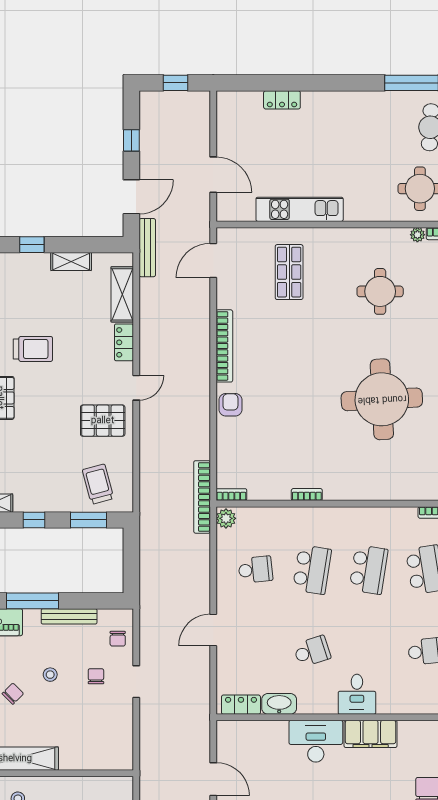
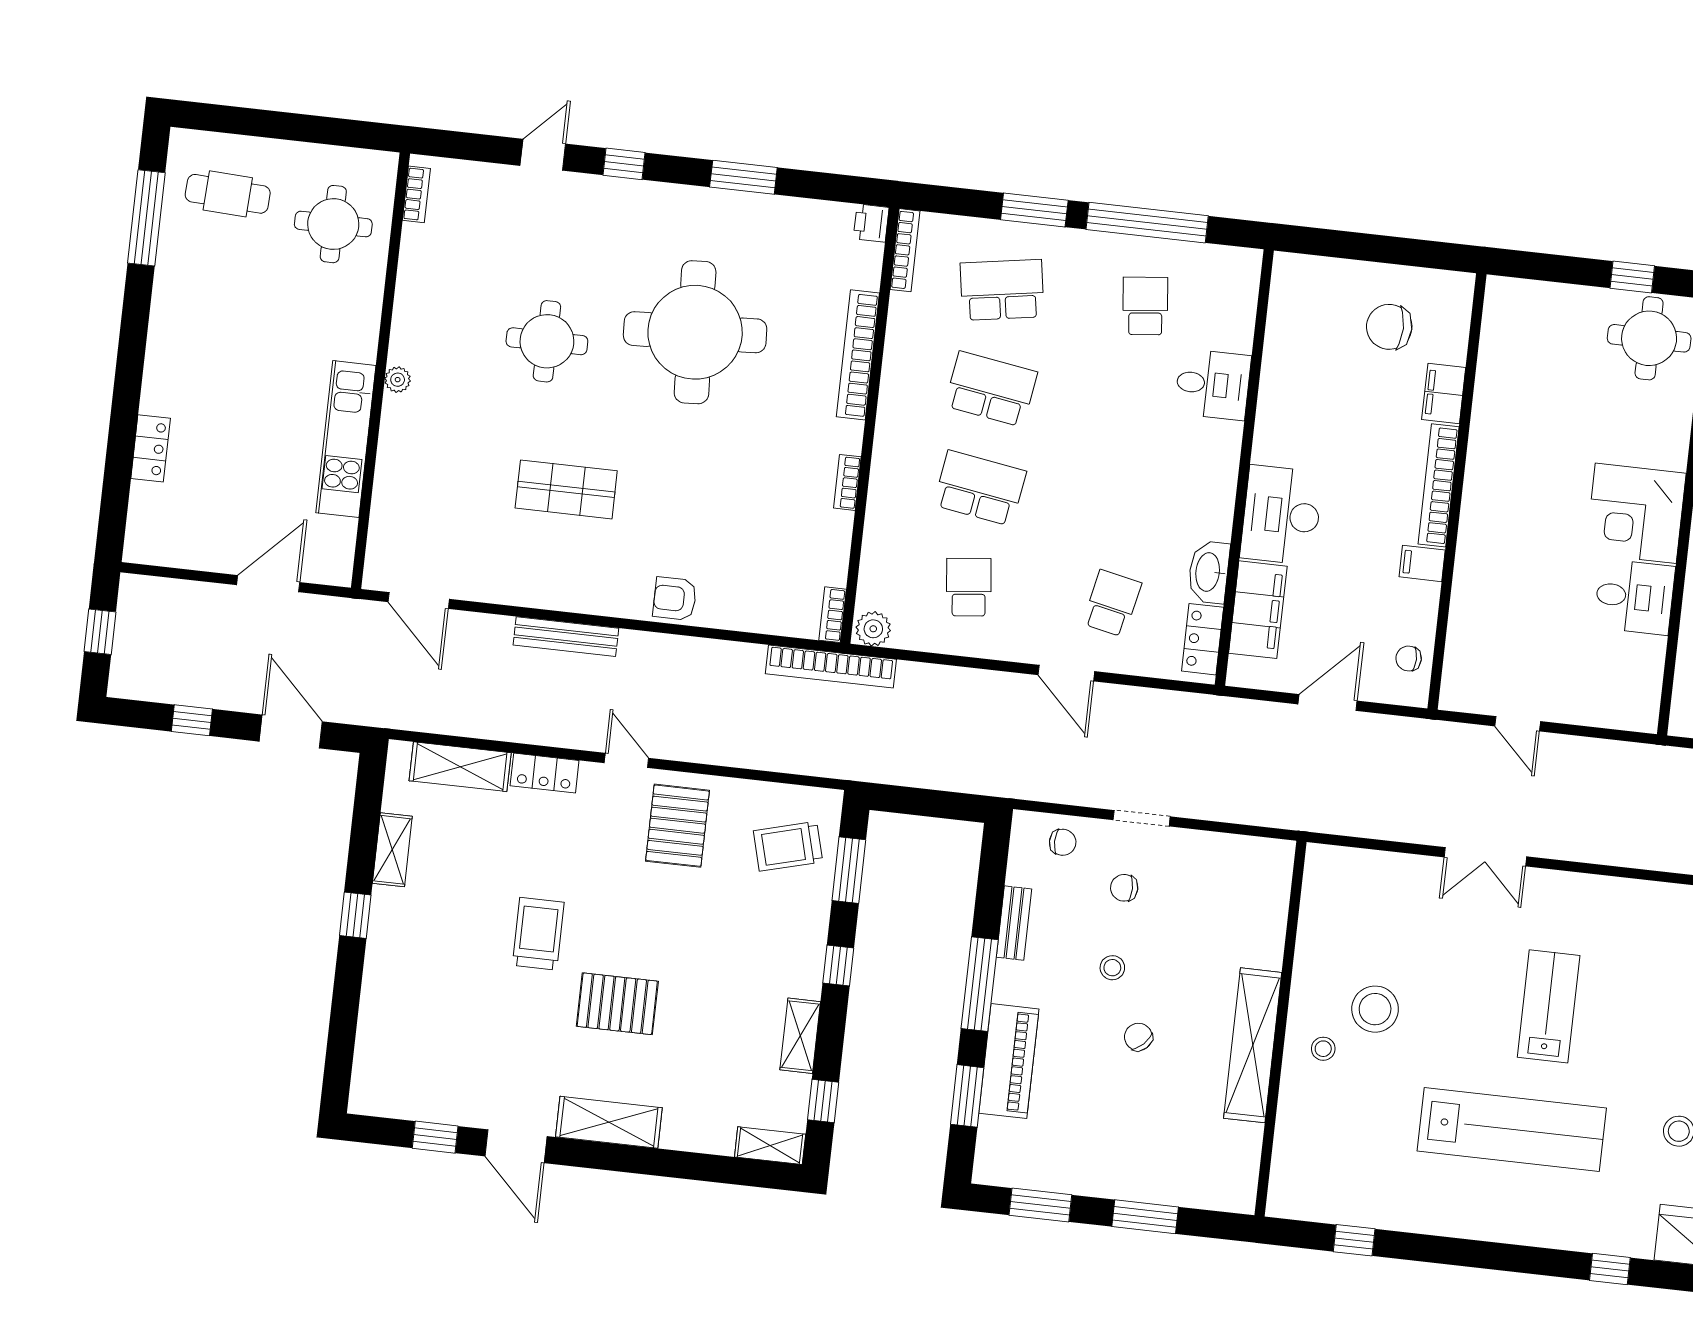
plant: (417, 235) -> (398, 380), moved
bench: (147, 248) -> (566, 637), moved
shop shelf: (289, 272) -> (566, 489), moved
round table: (380, 291) -> (547, 341), moved
bookcase: (224, 346) -> (858, 355), moved, turned -90
bench: (69, 616) -> (1014, 923), width x0.73
school desk: (312, 651) -> (1112, 603), moved, turned 30
desk: (357, 694) -> (1213, 384), moved
filing cabinet: (371, 734) -> (1258, 610), moved

